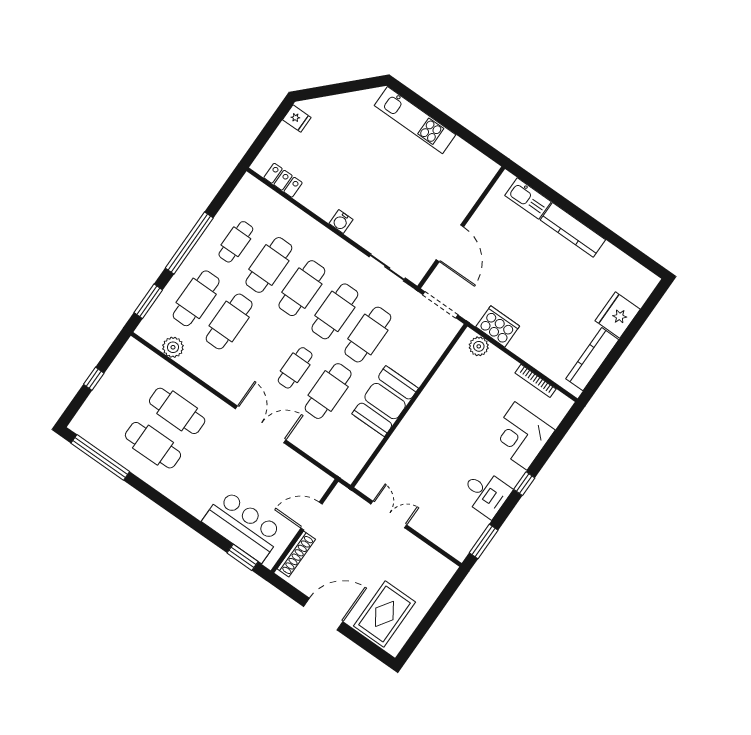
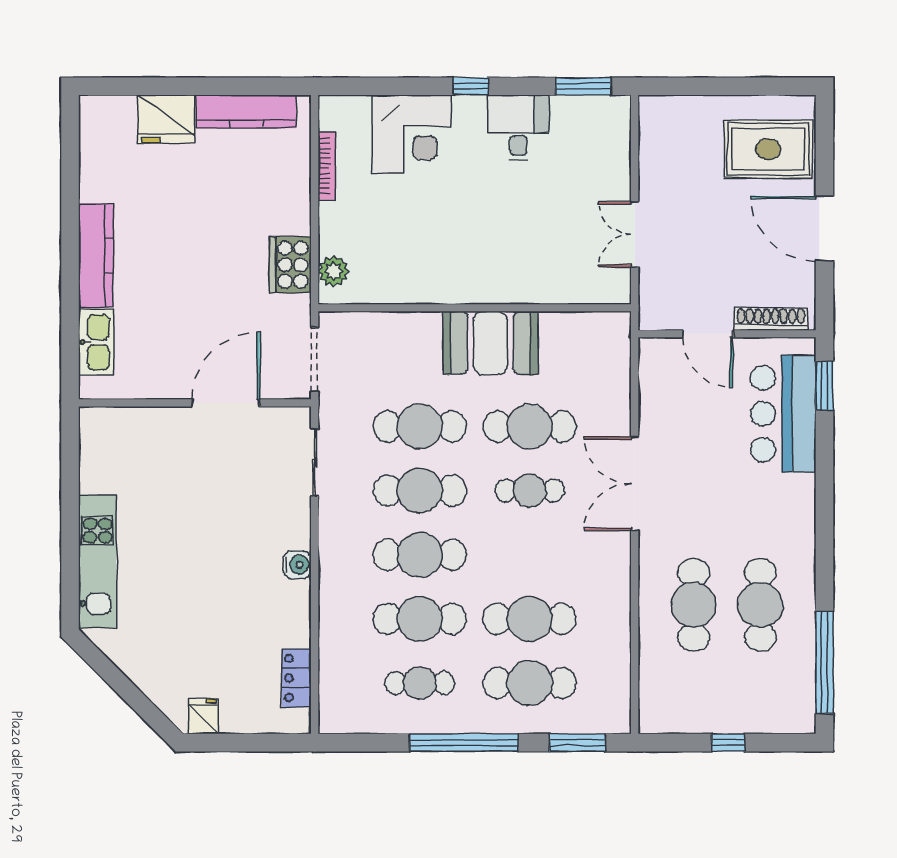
plant: (173, 347) -> (615, 668), removed

